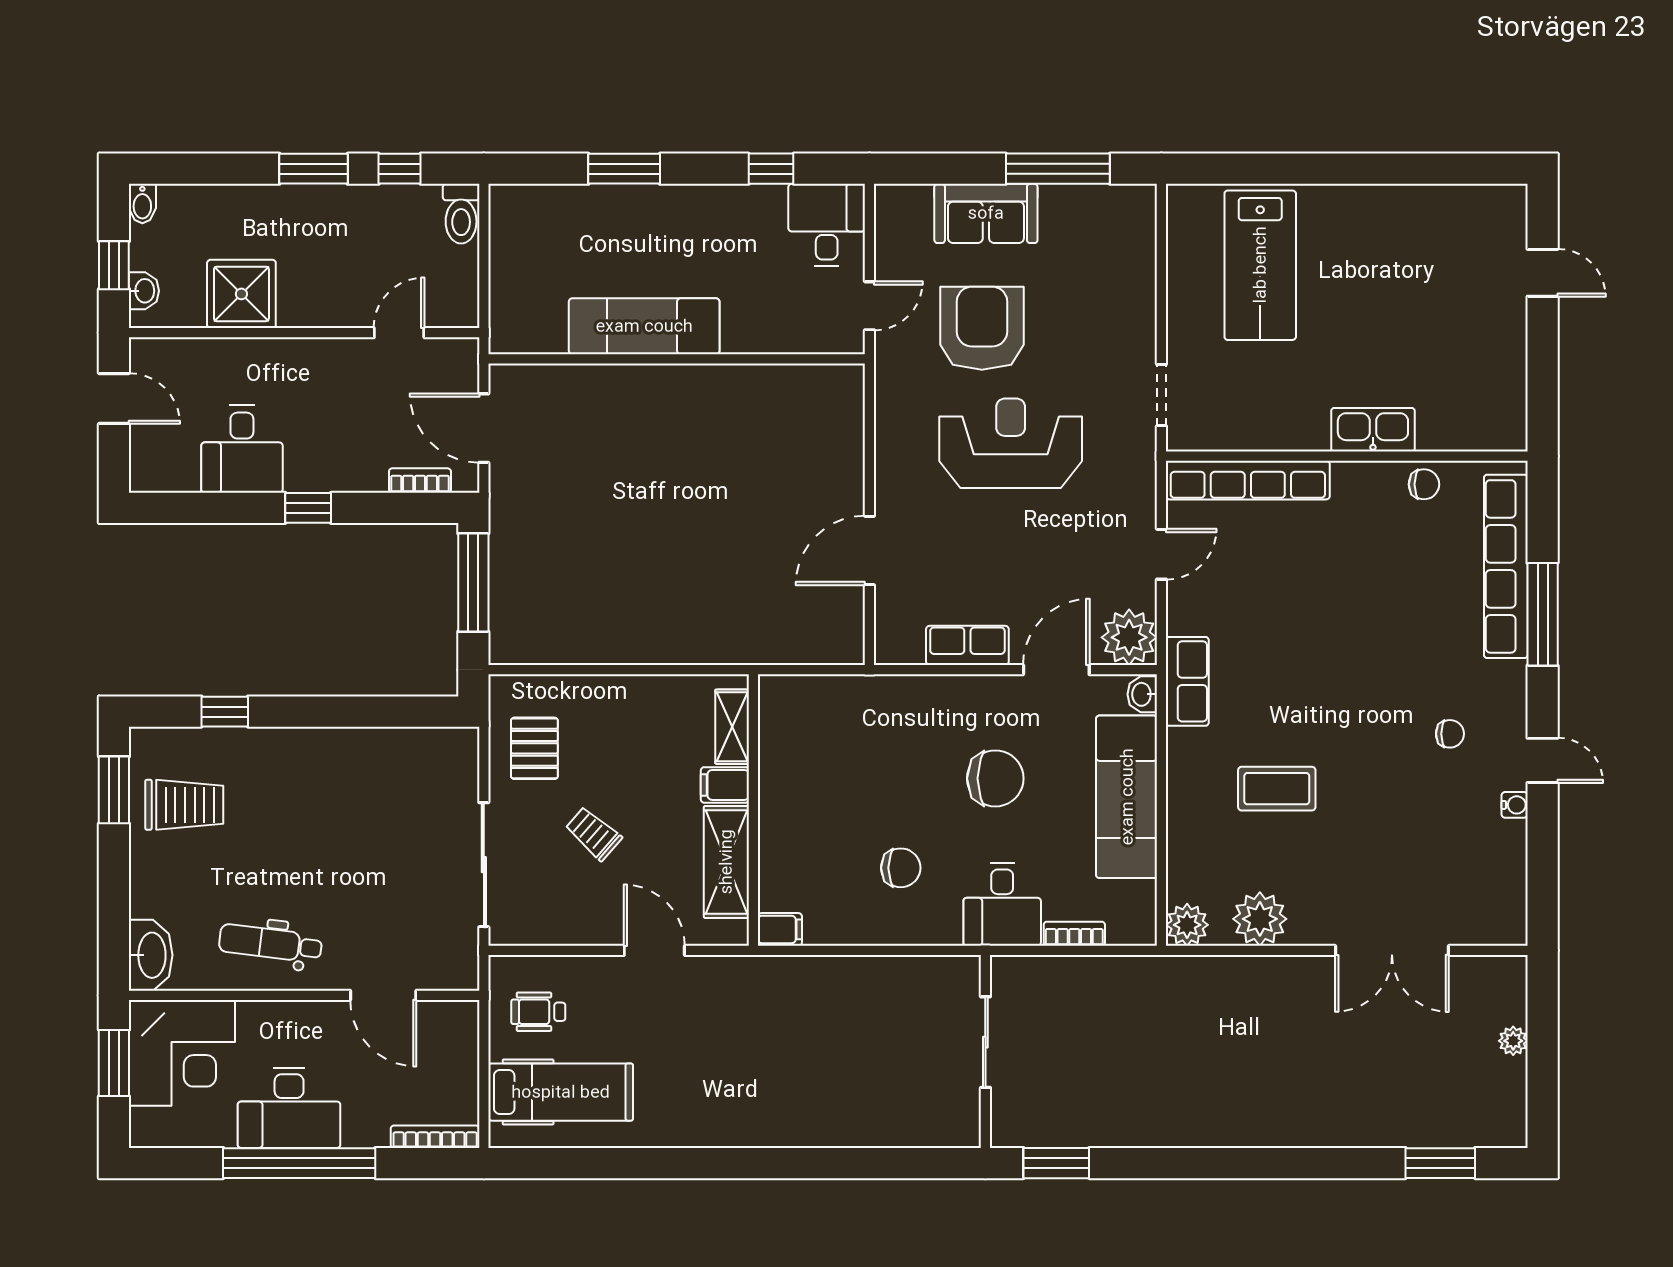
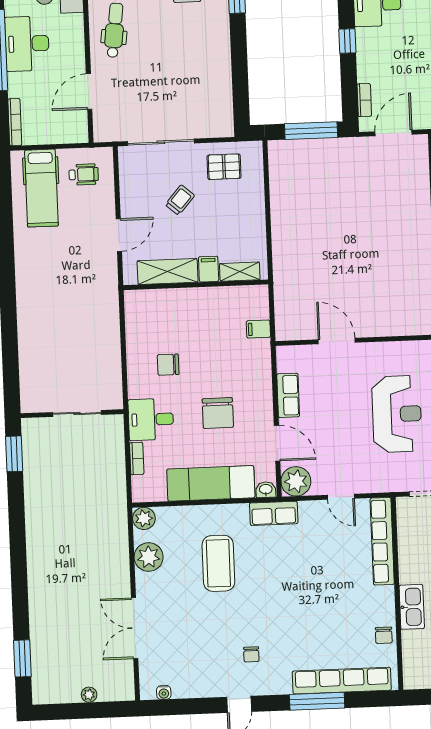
coffee table: (1277, 789) -> (218, 563), width x1.36, depth x1.32
water cooler: (1515, 805) -> (164, 692), moved
chair: (901, 868) -> (168, 365), turned 90
filing cabinet: (780, 929) -> (258, 329), moved, turned 90
wheelchair: (538, 1012) -> (84, 174), turned 90

